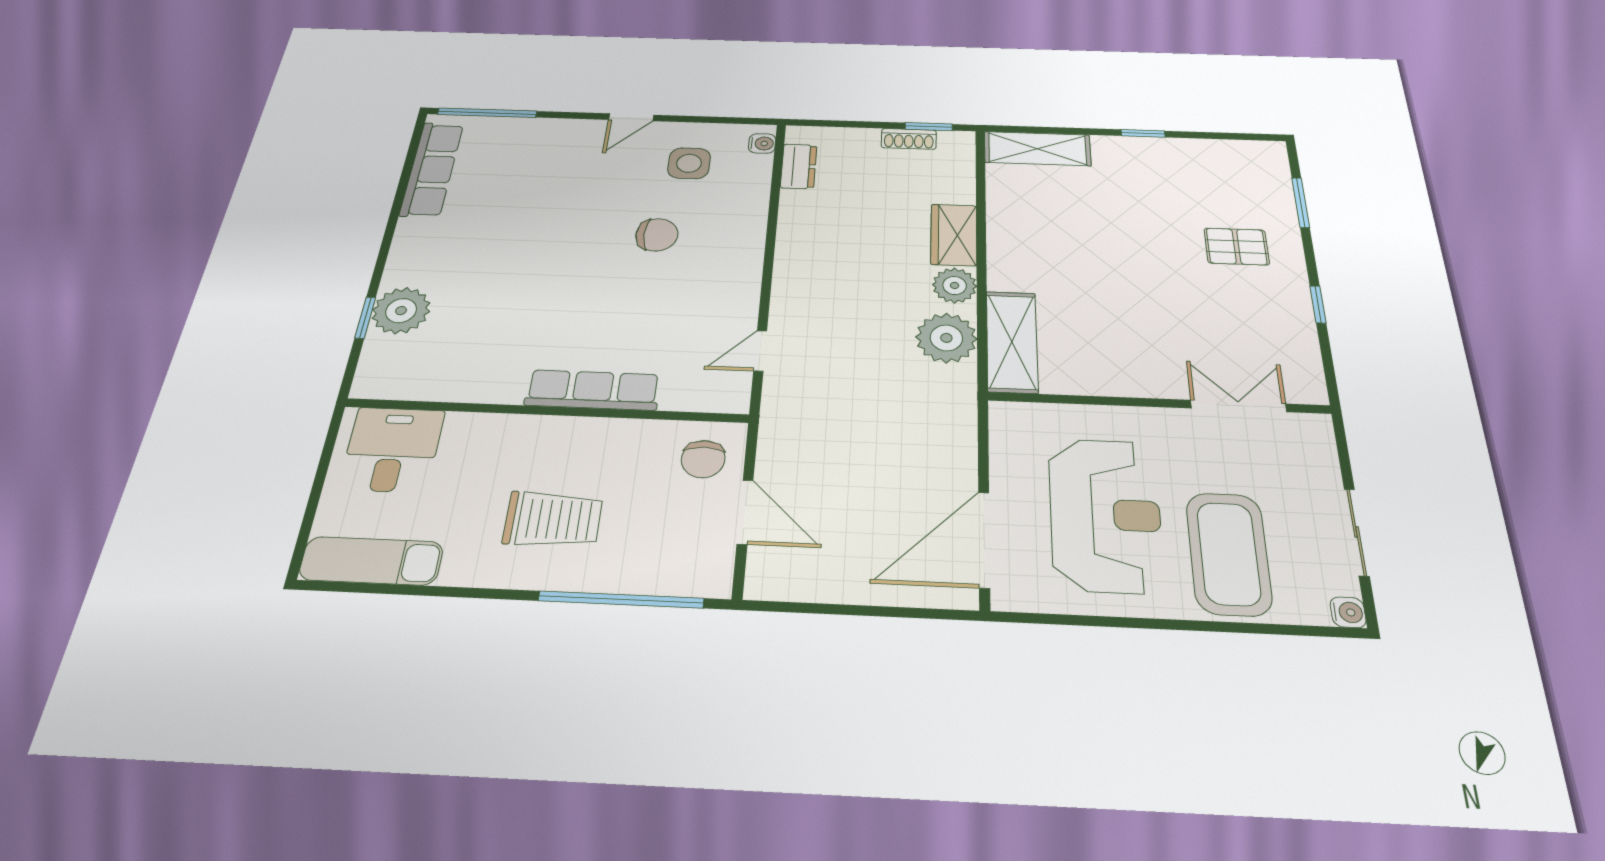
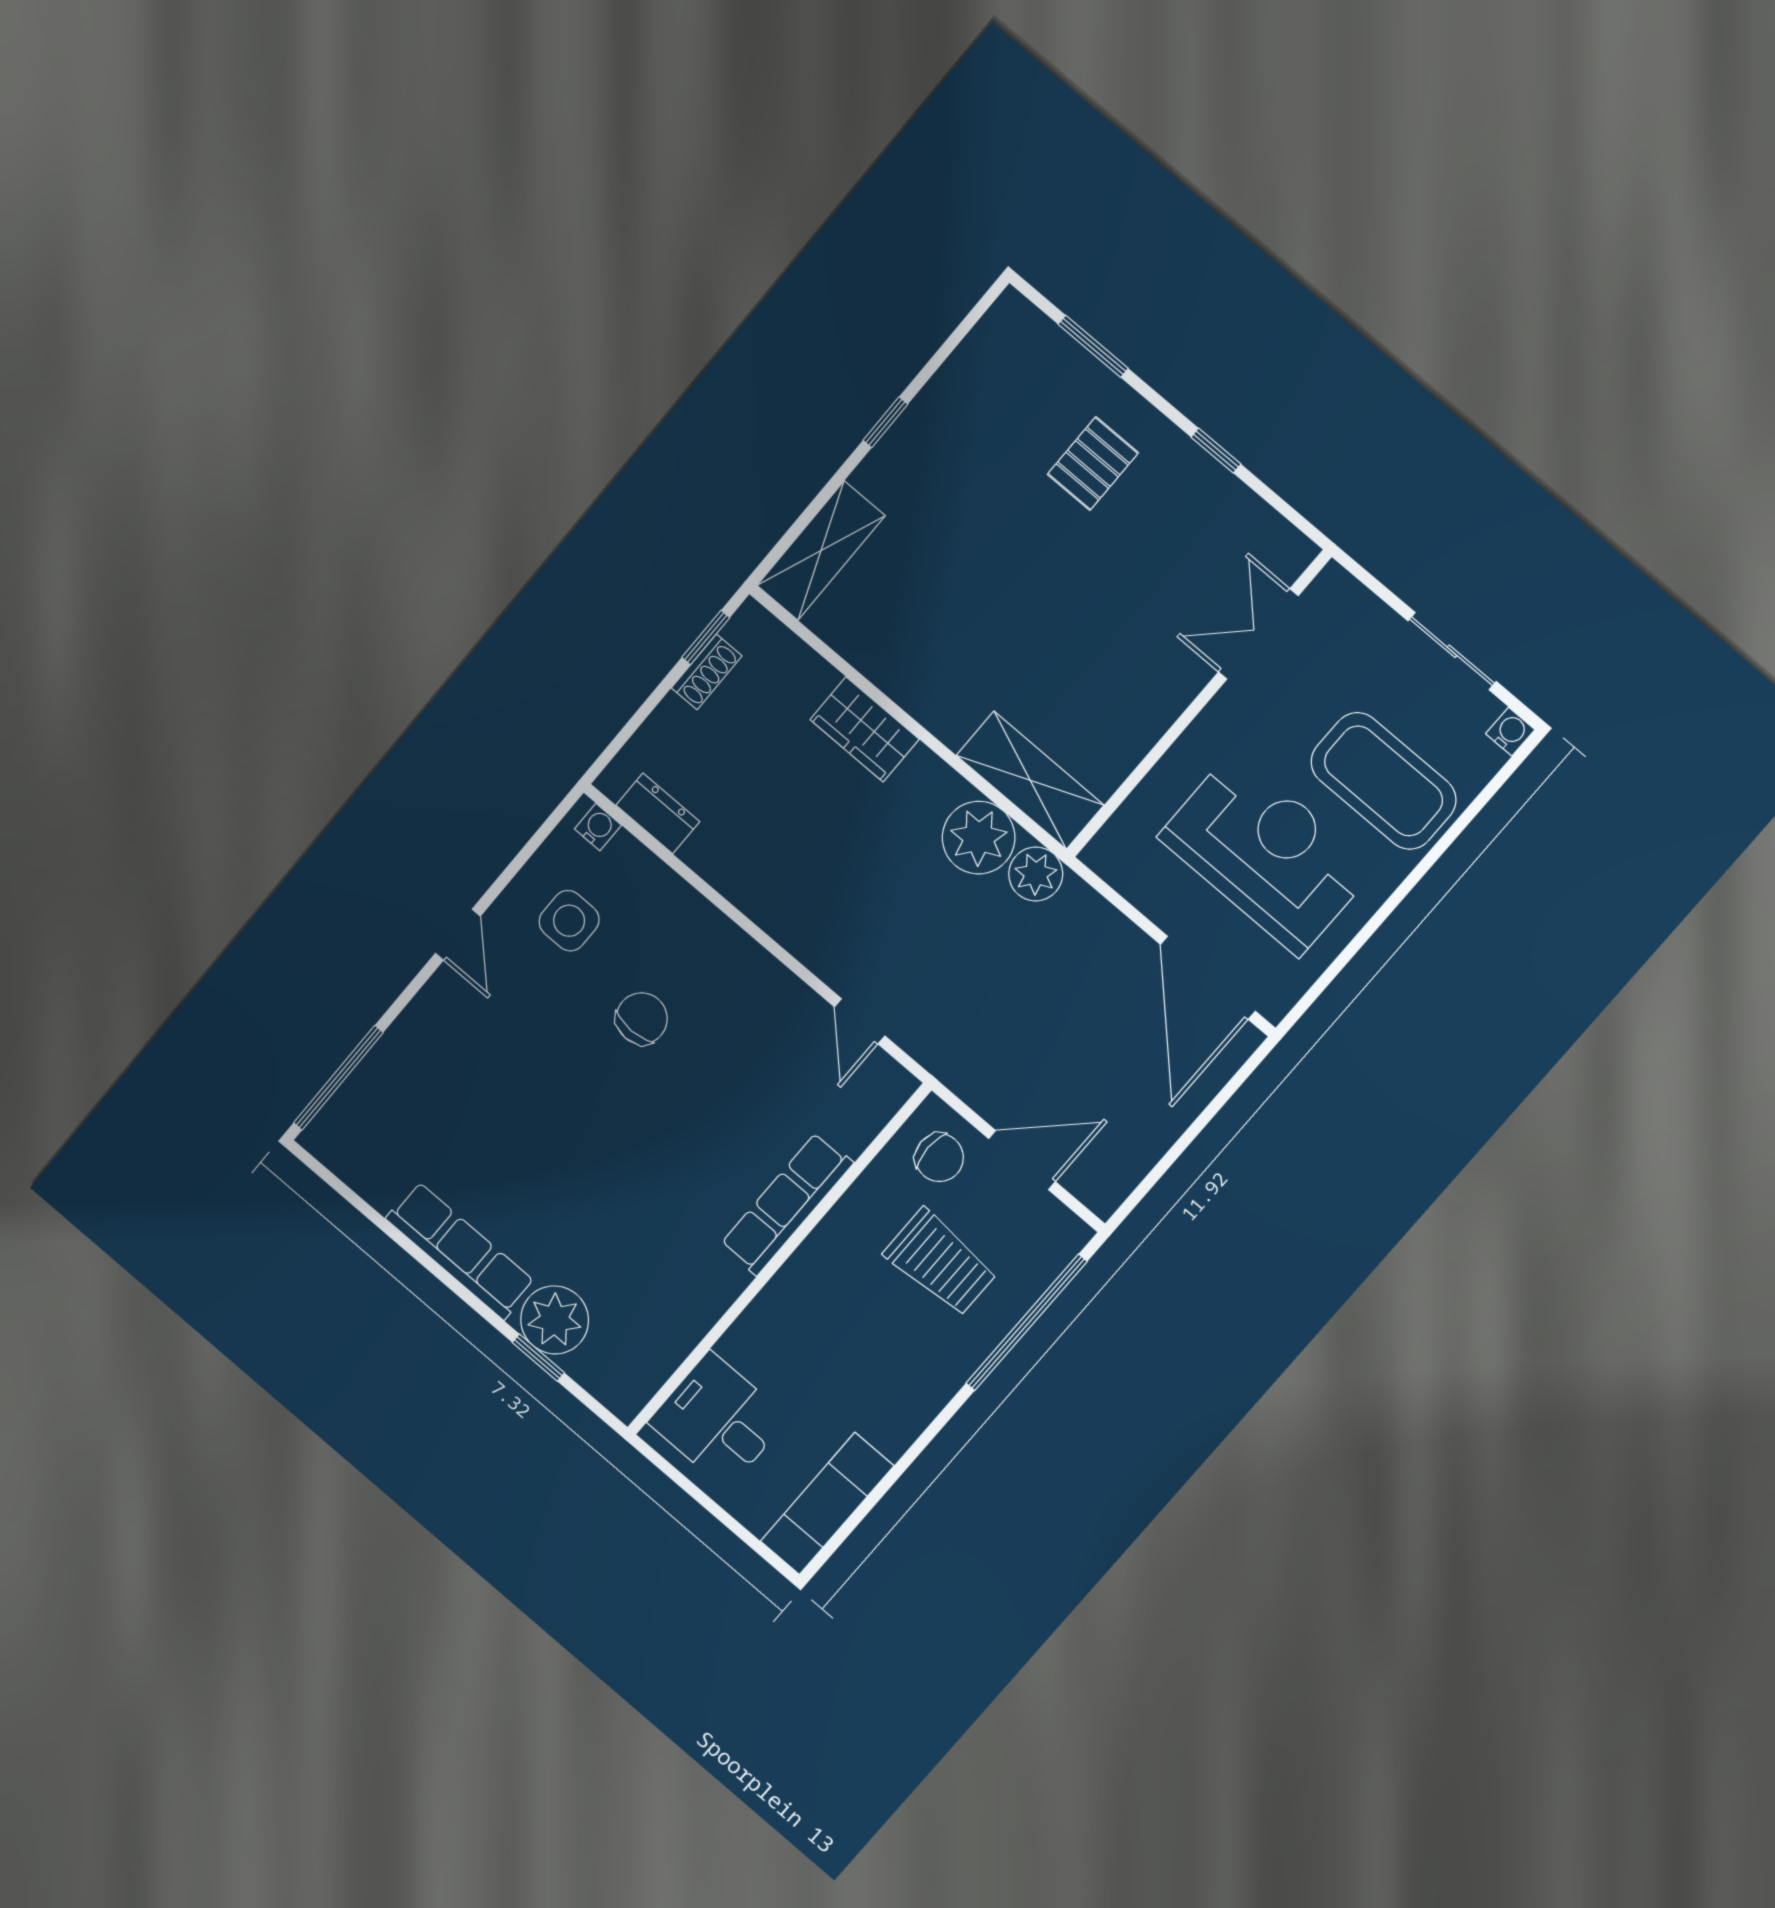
row of seats: (432, 169) -> (461, 1250), moved
plant: (955, 285) -> (1036, 874), moved
trolley: (553, 519) -> (941, 1262), moved, turned 90

